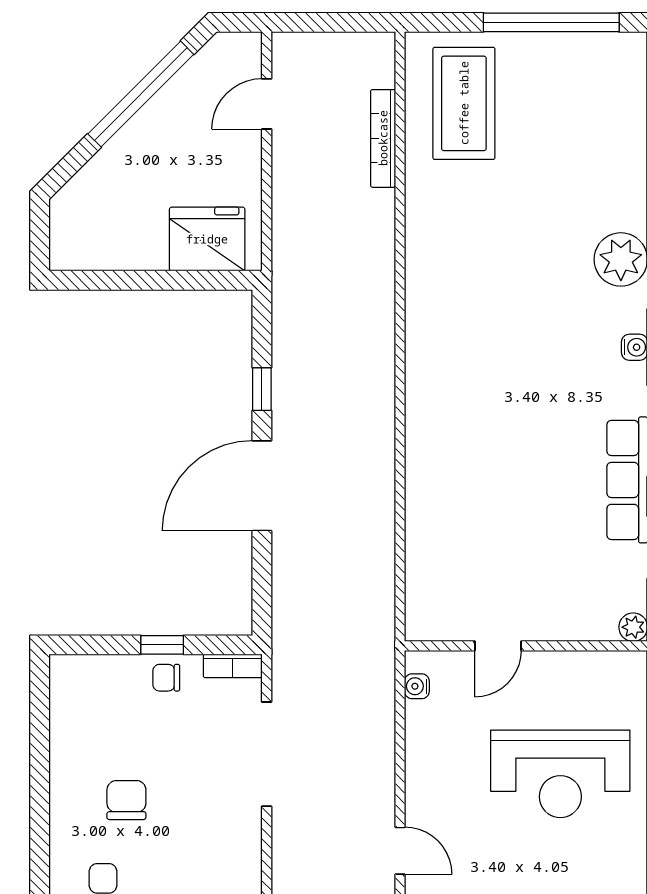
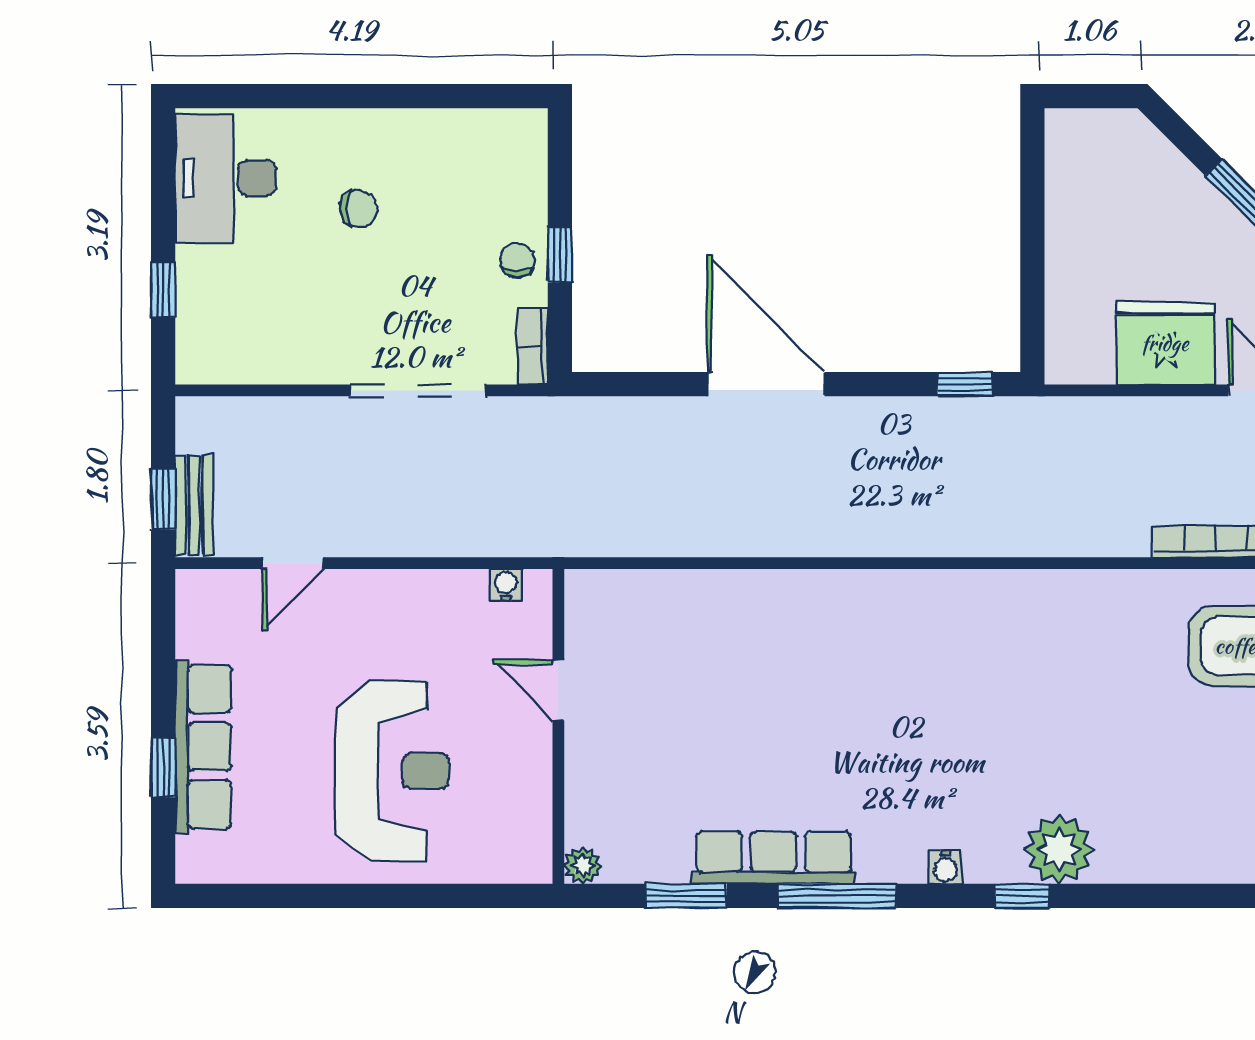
fridge: (207, 239) -> (1165, 343), moved, turned -90
window: (262, 389) -> (965, 384), moved
reception desk: (560, 774) -> (393, 771), turned 180
chair: (126, 800) -> (359, 209), width x0.73, depth x0.73

